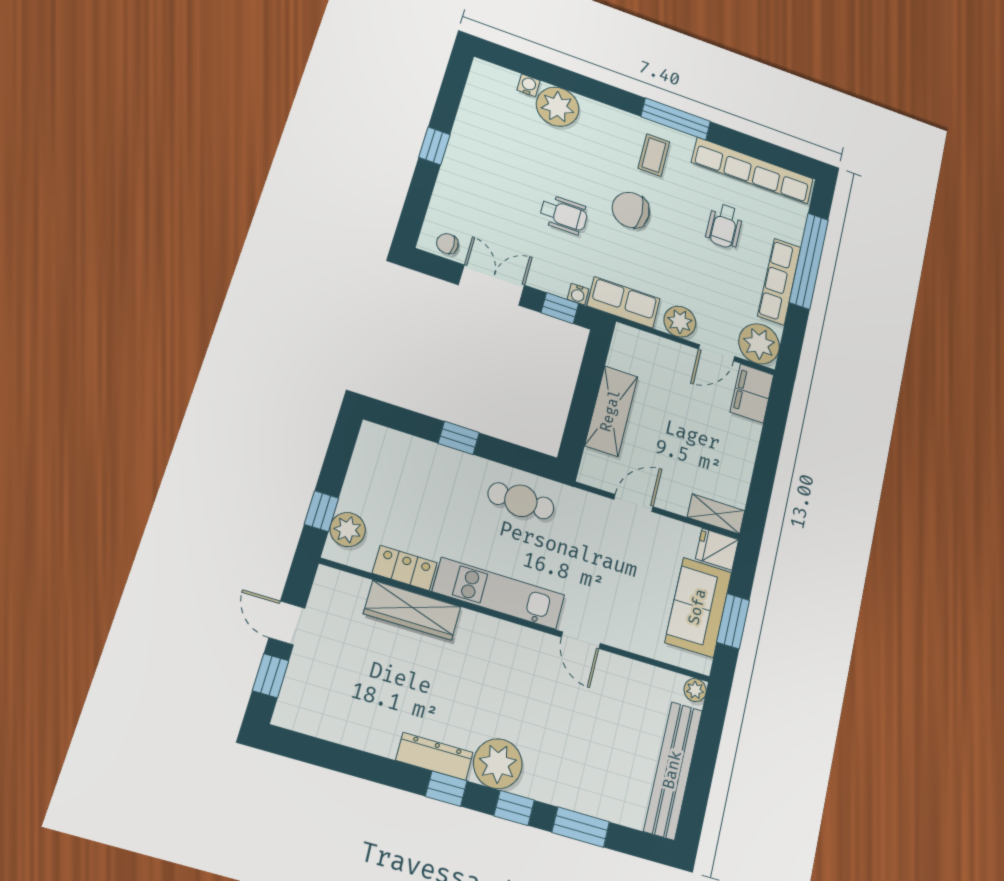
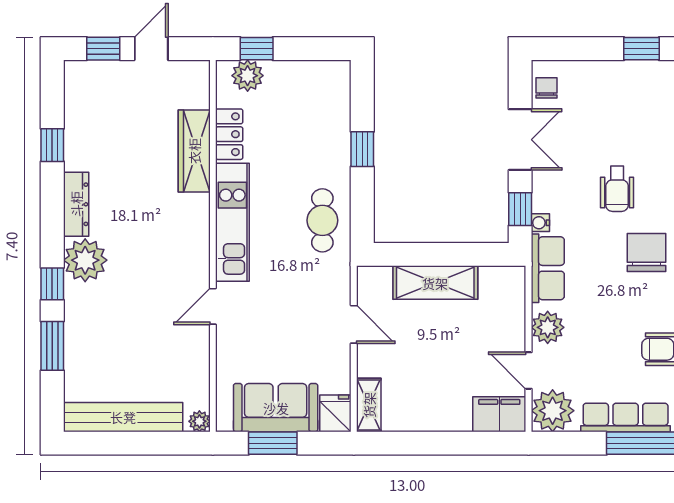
window: (446, 789) -> (52, 145), moved

